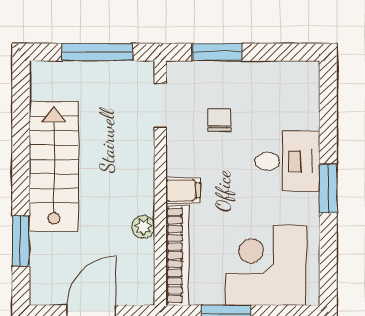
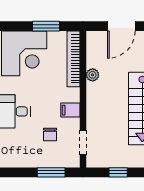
window: (97, 52) -> (118, 172), width x0.46
filing cabinet: (183, 190) -> (70, 110), moved

